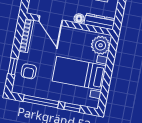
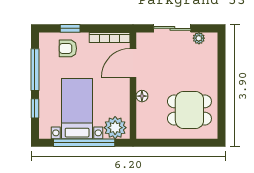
dresser: (100, 21) -> (143, 121), removed
window: (108, 73) -> (84, 143), added

